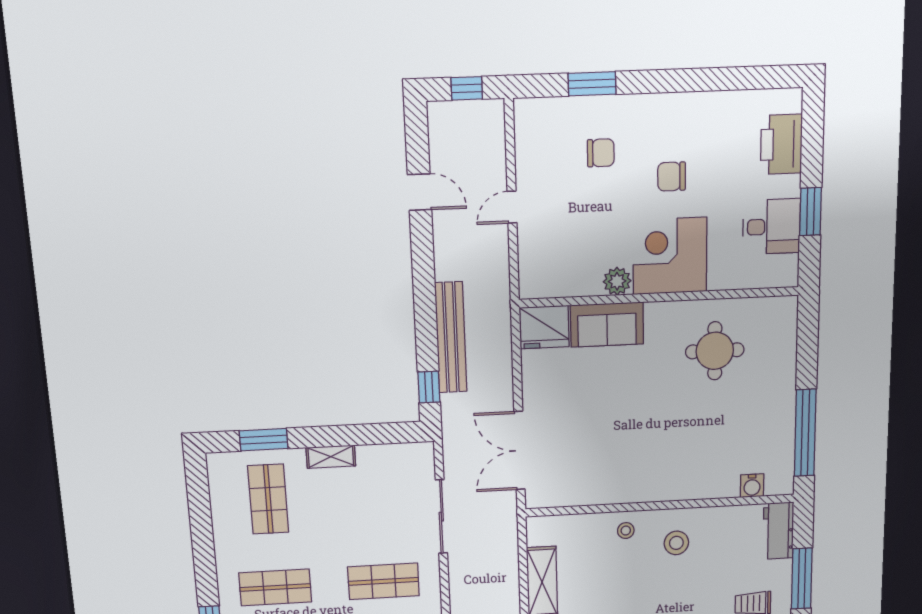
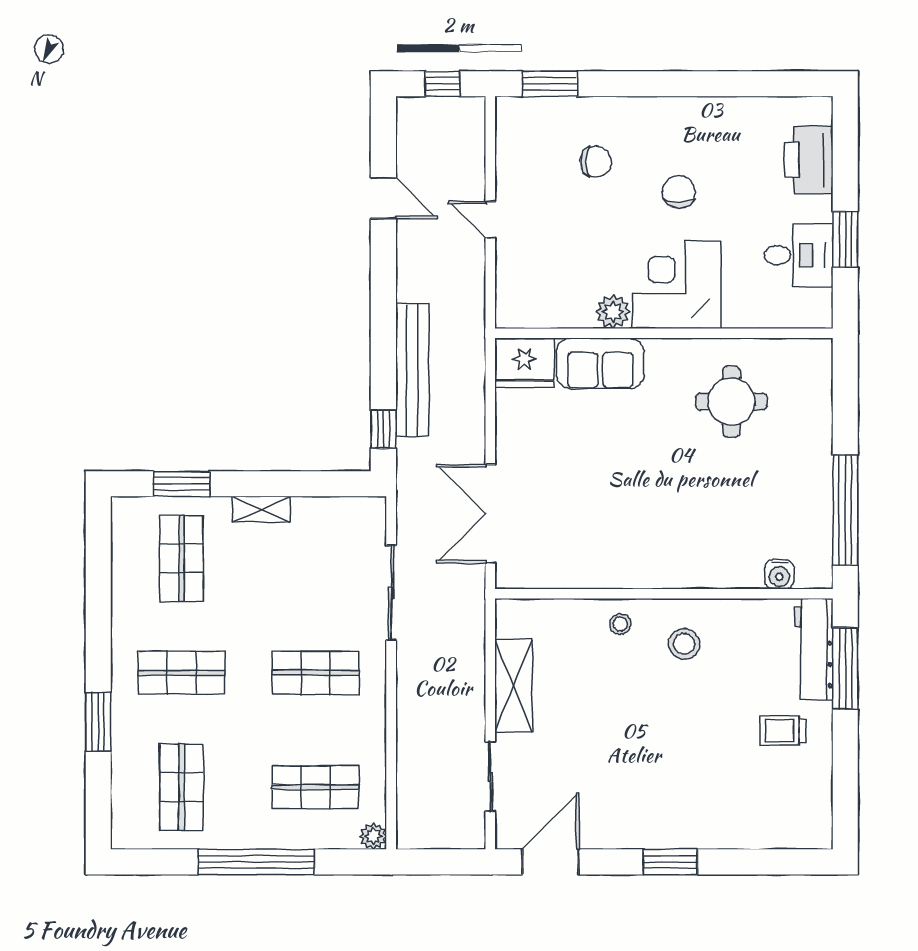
window: (592, 84) -> (550, 84), moved
chair: (672, 177) -> (679, 192), turned 90
door: (512, 207) -> (490, 220), hinge flipped
workbench: (778, 531) -> (814, 649), width x1.38
window: (802, 579) -> (845, 669), moved

